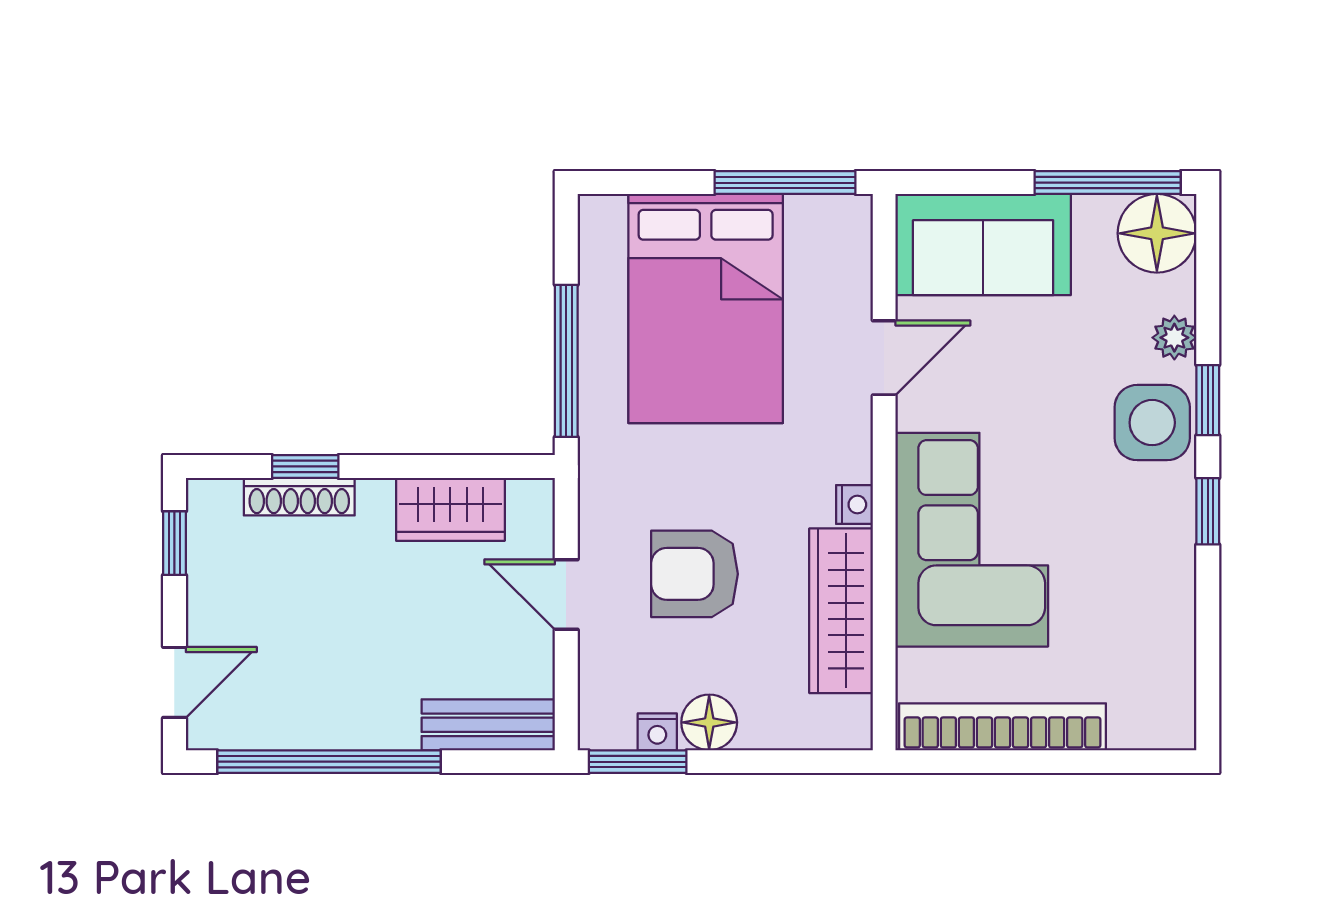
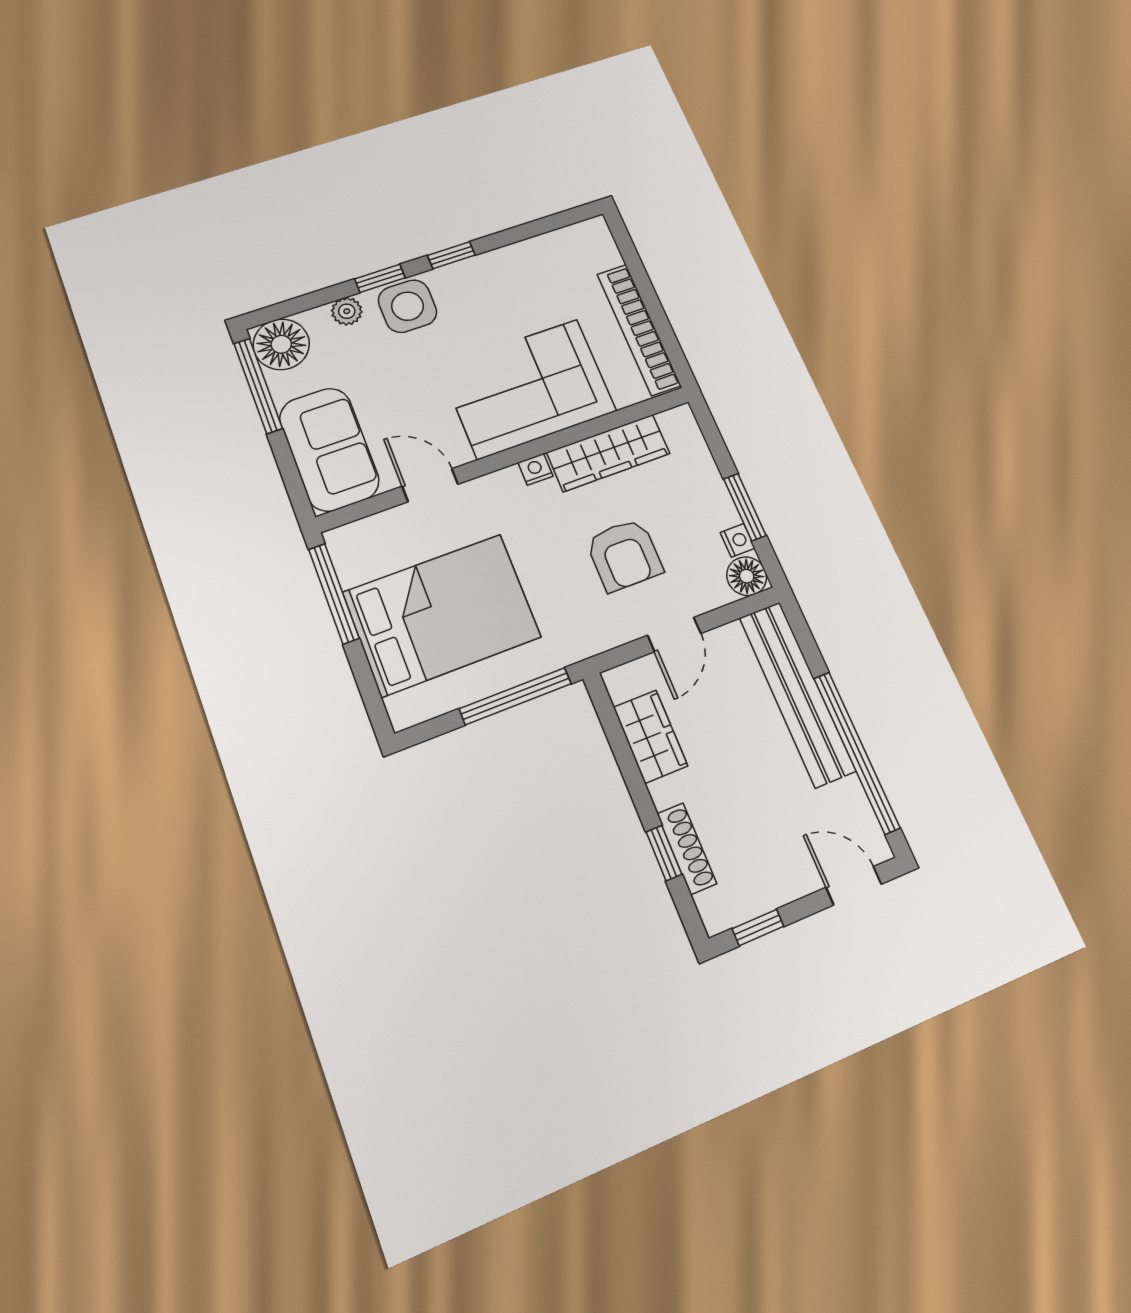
floor lamp: (709, 722) -> (747, 576), moved
bench: (488, 725) -> (797, 694), width x1.86, depth x1.21
window: (638, 762) -> (745, 507), moved

